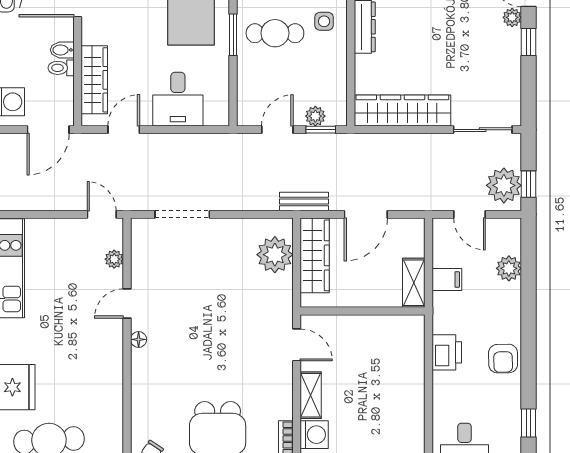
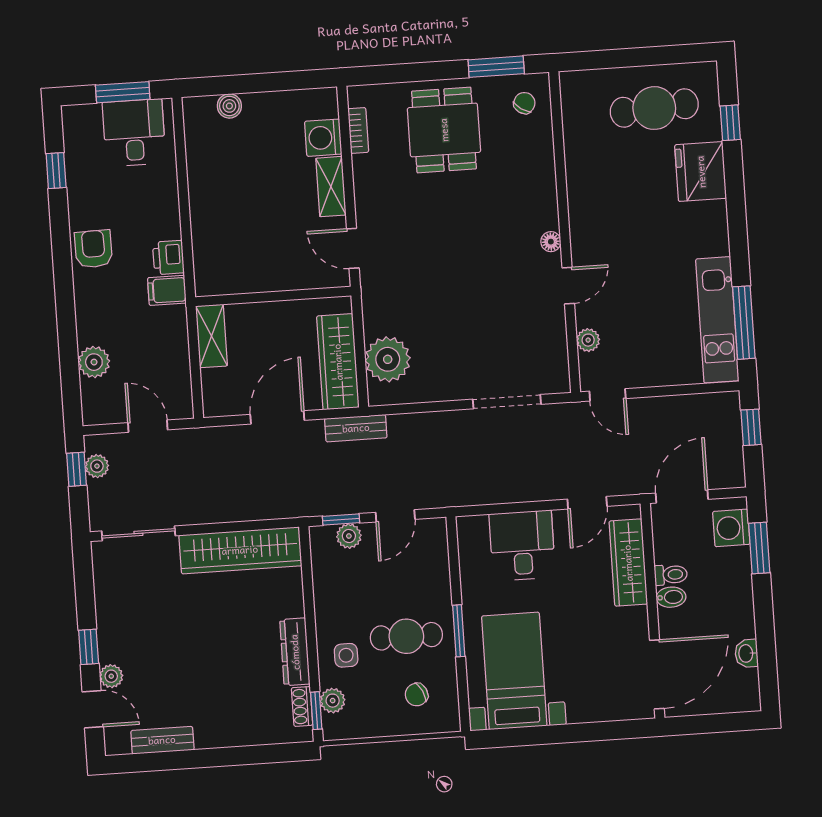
plant: (504, 185) -> (97, 466), width x0.53, depth x0.53
filing cabinet: (447, 280) -> (167, 290), moved
printer: (447, 352) -> (168, 258), width x0.73, depth x0.81

